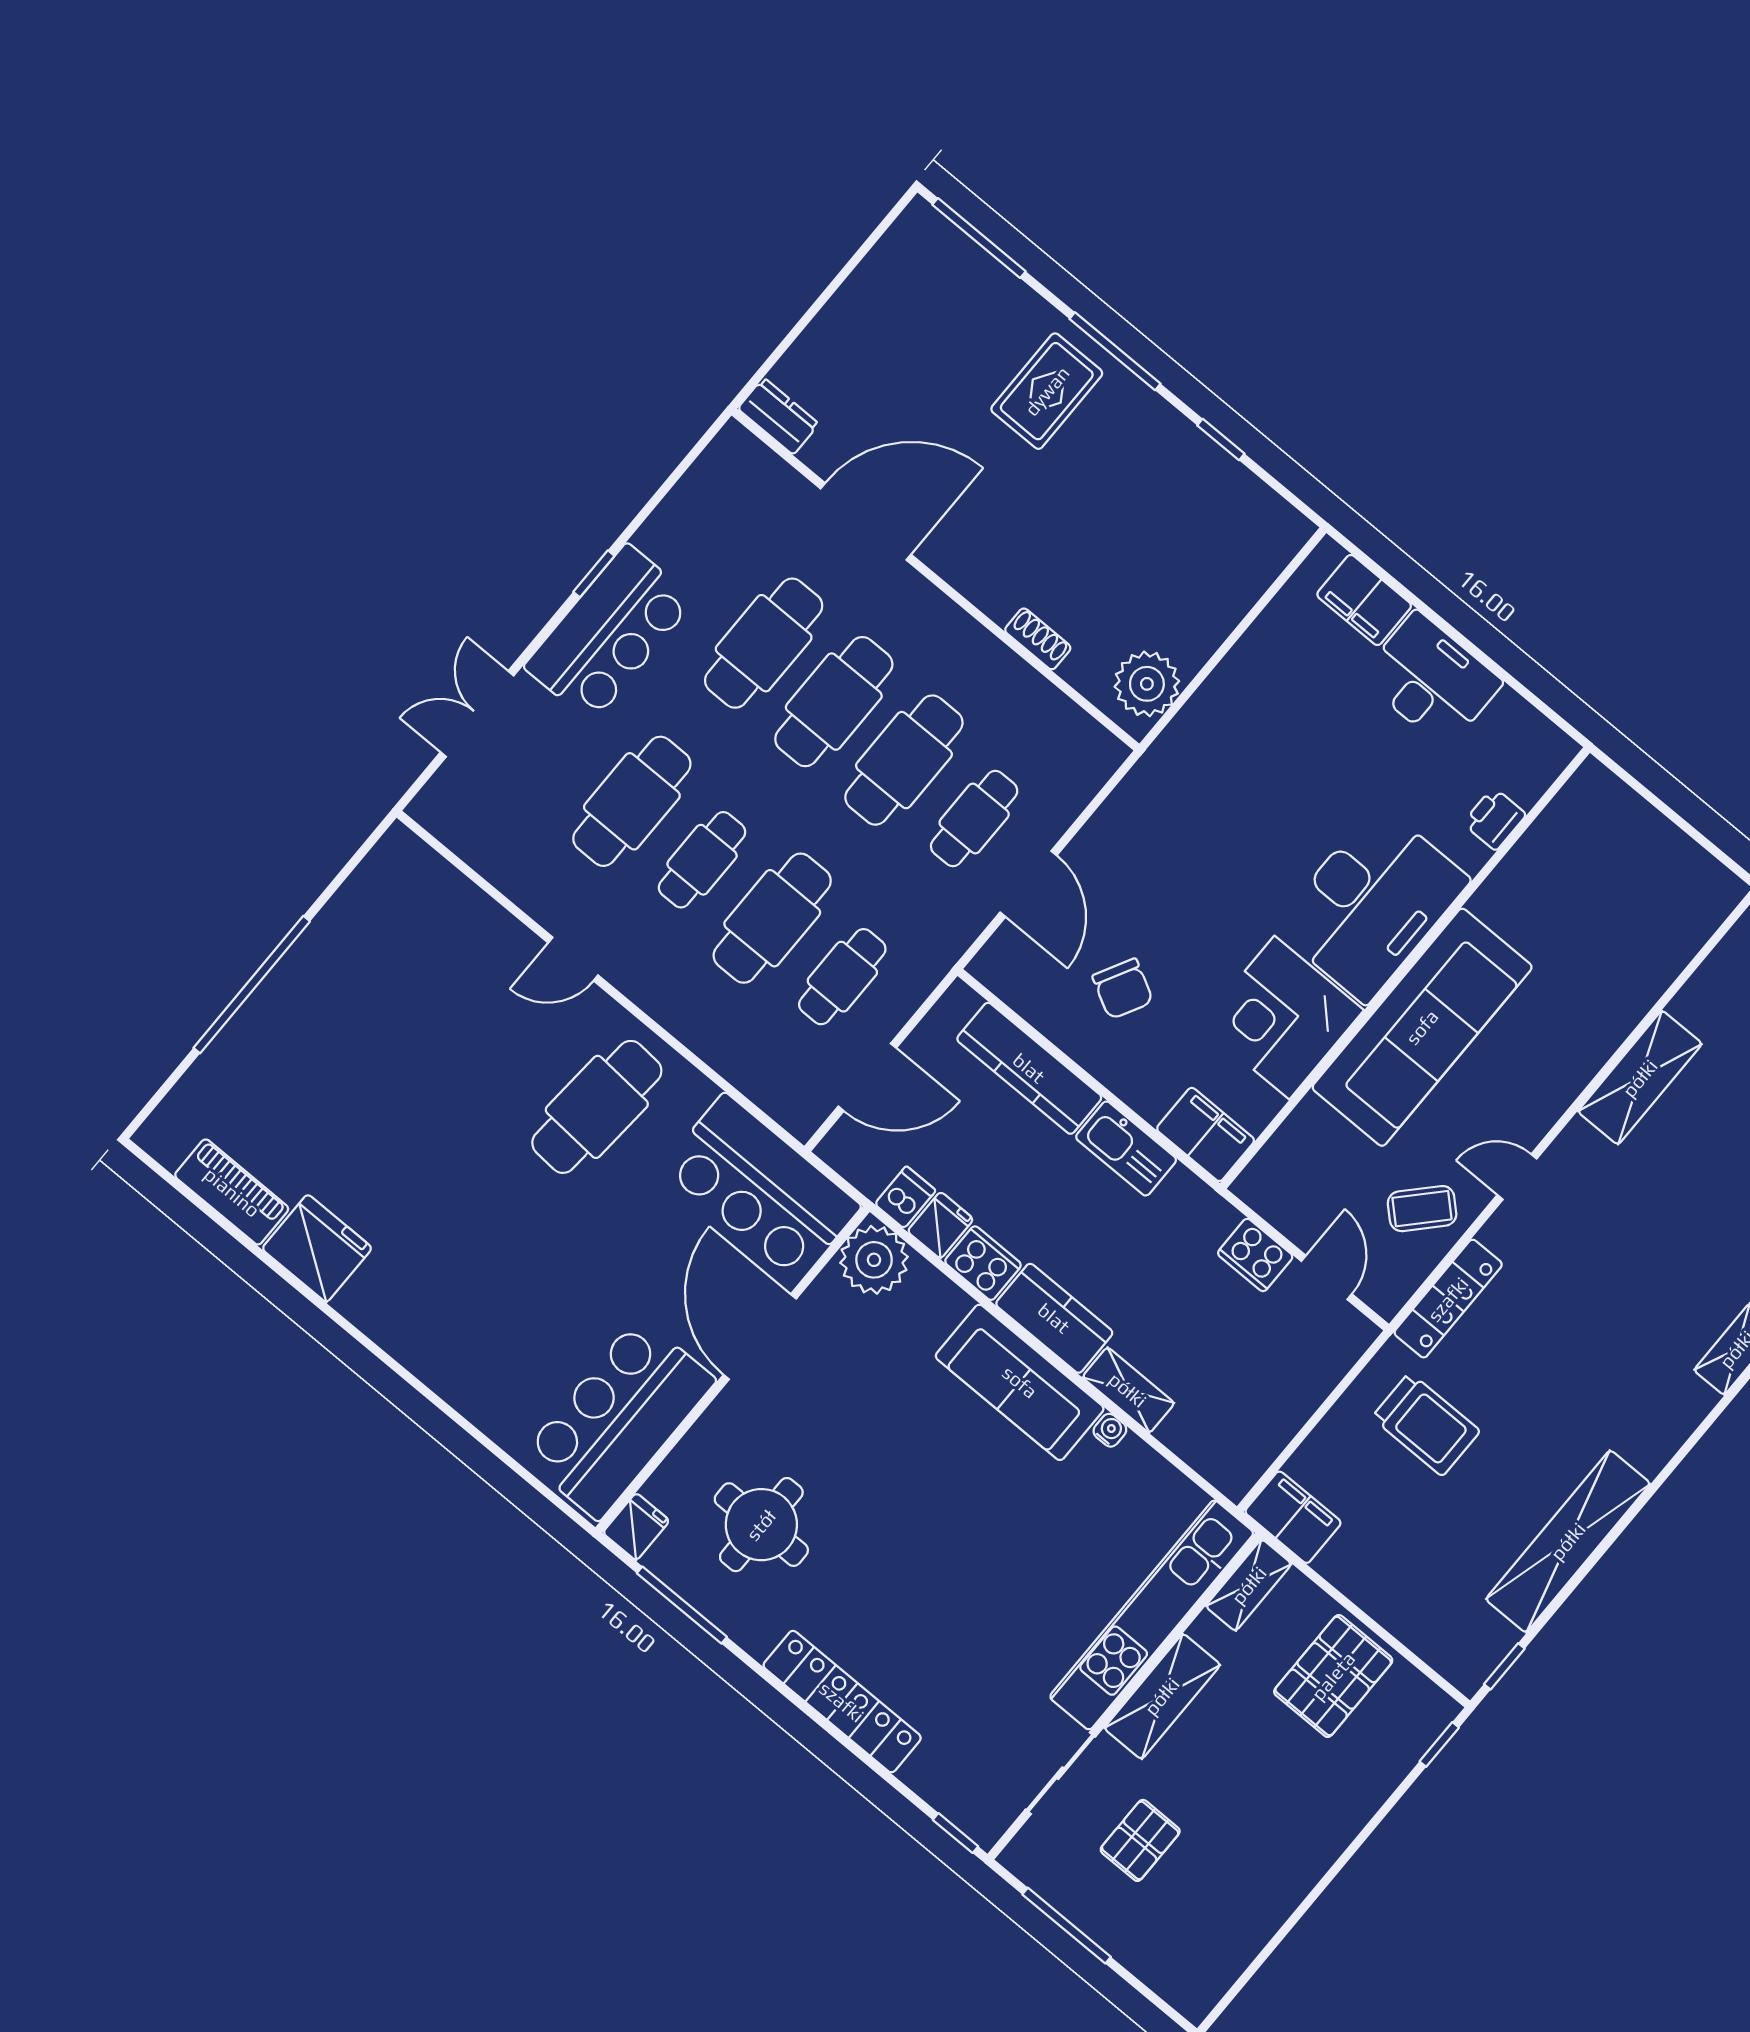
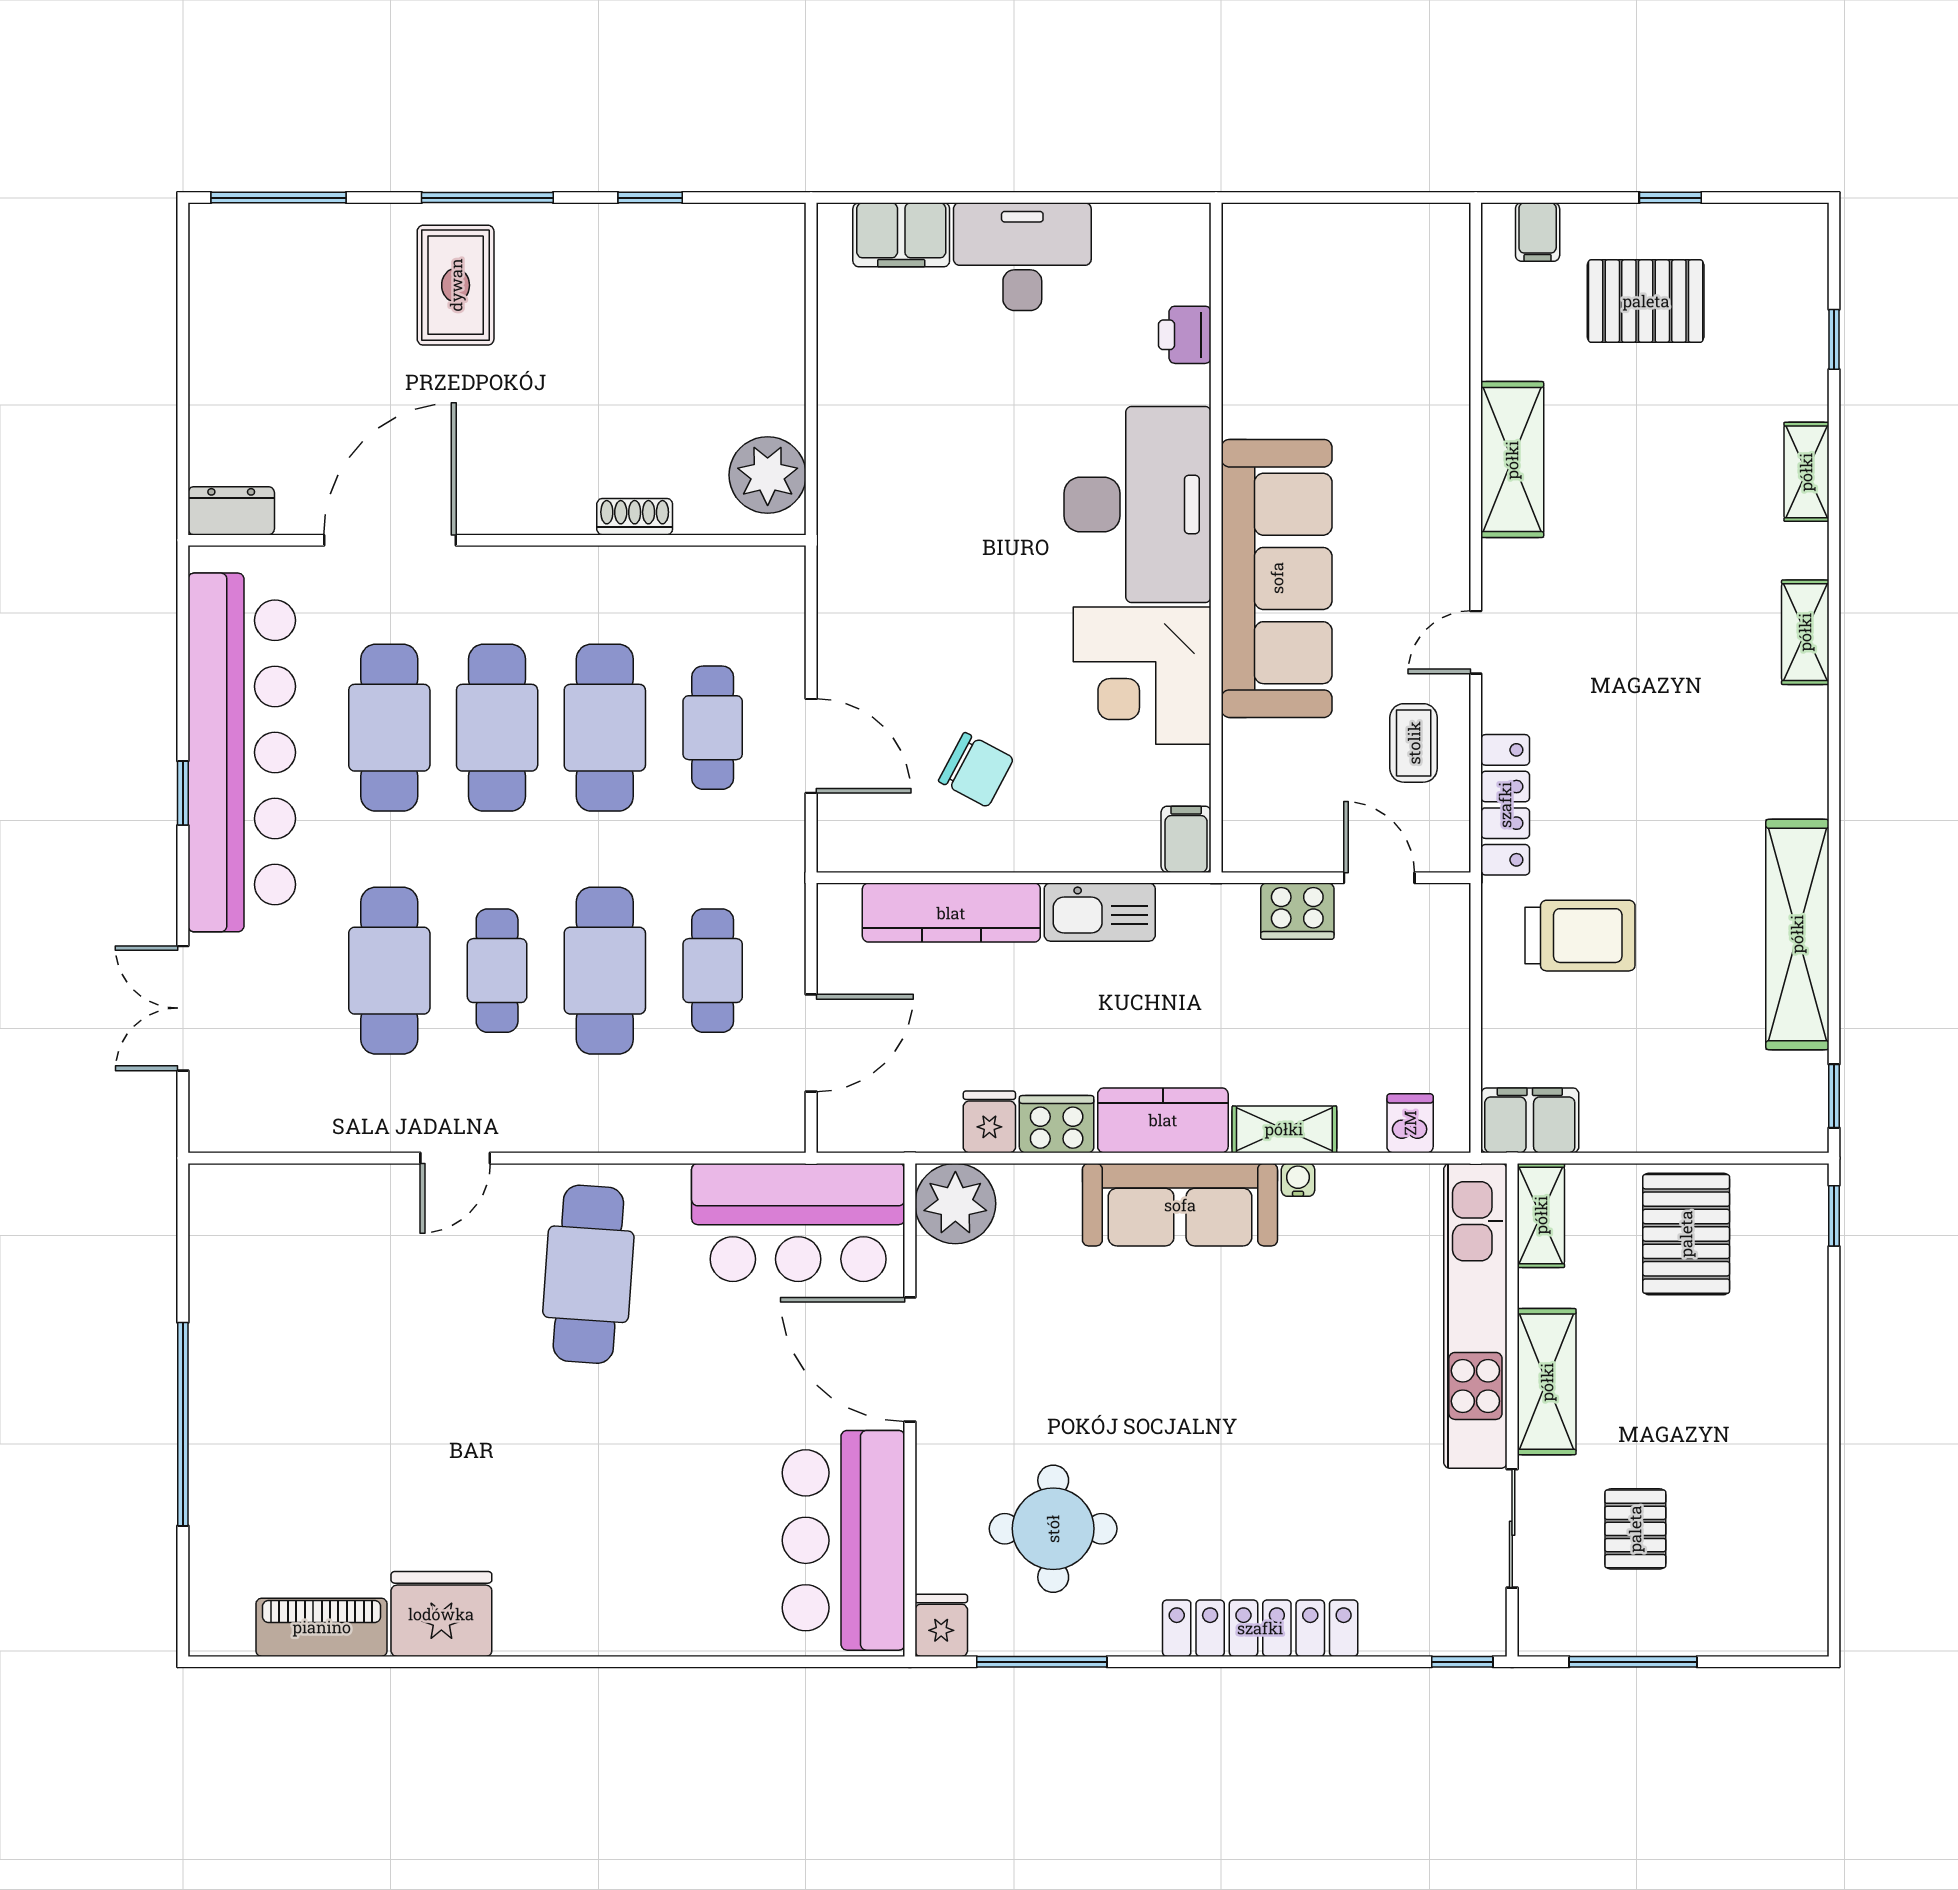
bar counter: (609, 633) -> (242, 752), width x1.86
filing cabinet: (1206, 1134) -> (1186, 839), width x0.50
dishwasher: (905, 1197) -> (1410, 1123), moved
coffee table: (1422, 1209) -> (1414, 743), turned -43

